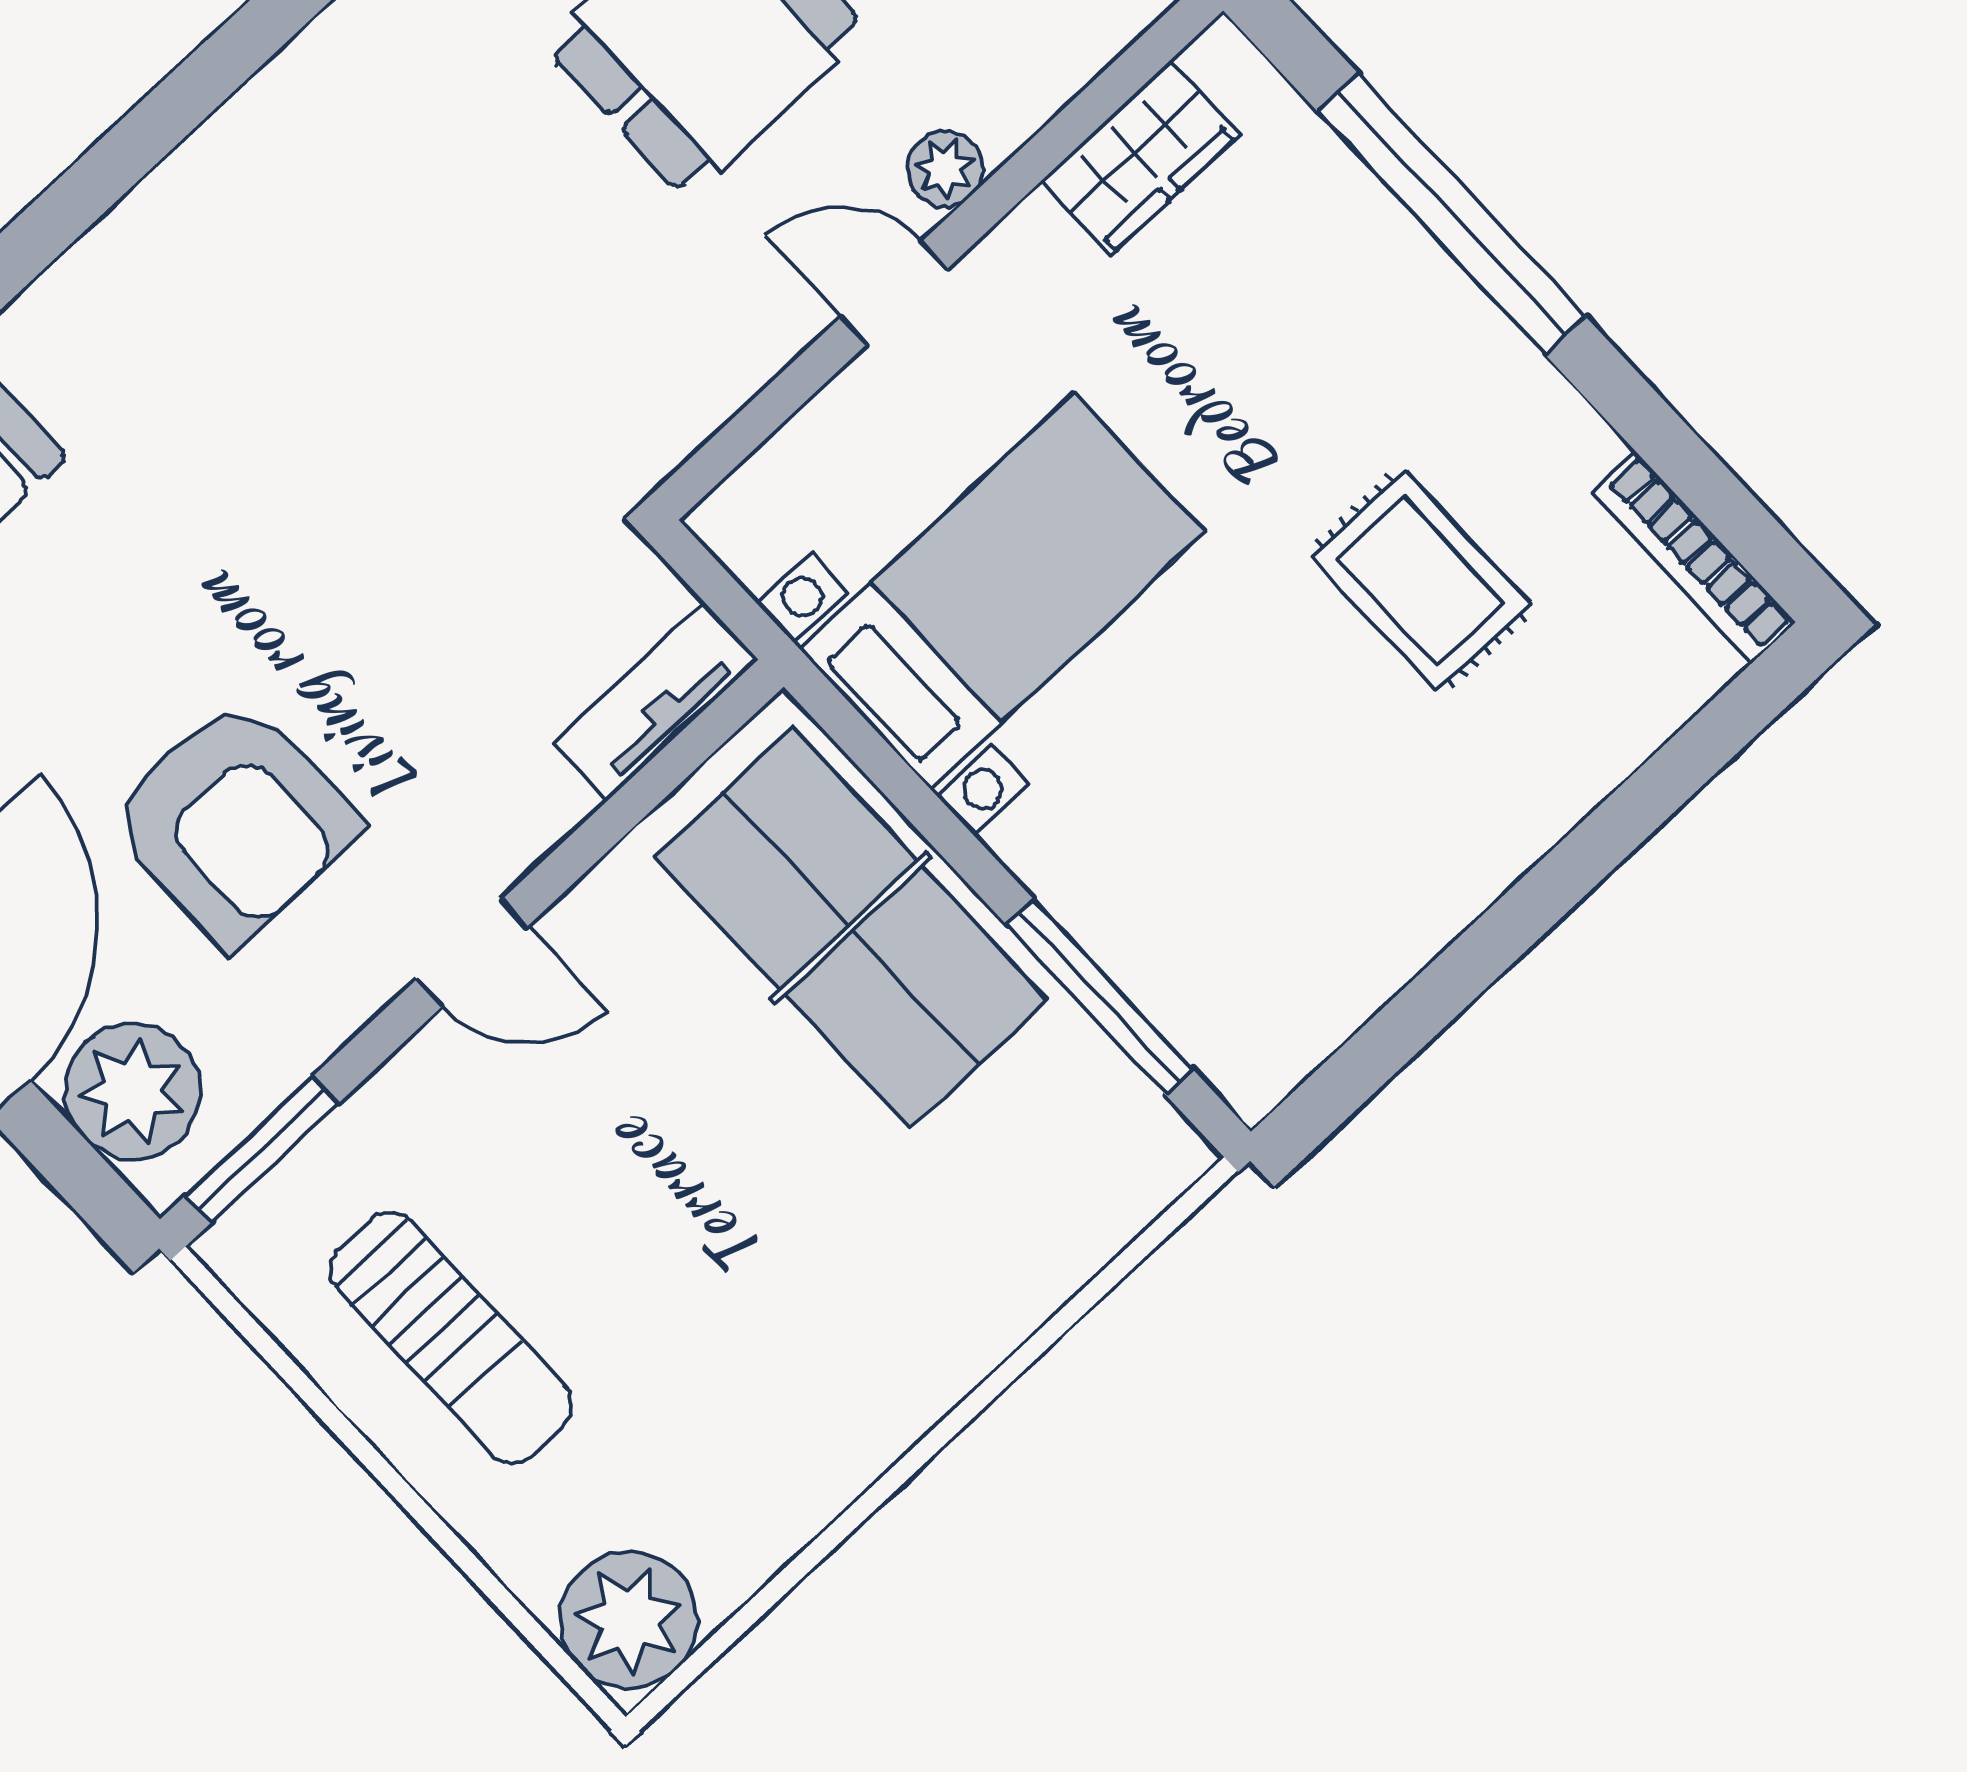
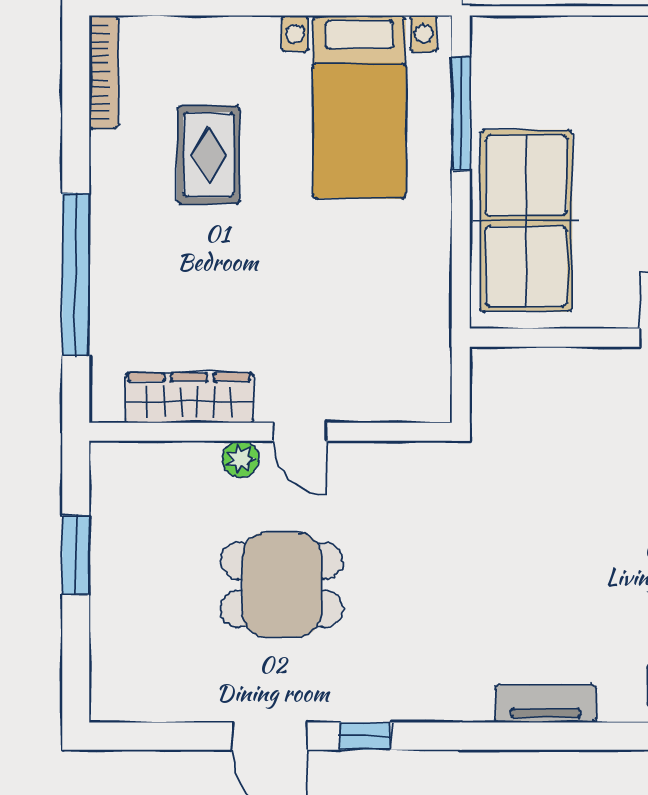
wardrobe: (1140, 158) -> (189, 398), width x1.50
bed with nightstands: (1002, 591) -> (359, 107), moved, turned -90
tv unit: (656, 701) -> (546, 704), moved, turned 180

